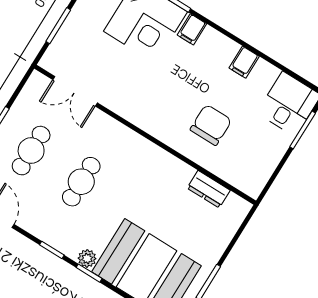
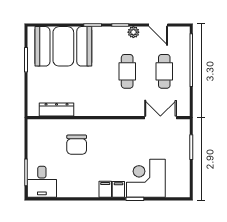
filing cabinet: (244, 62) -> (105, 189), moved
dresser: (209, 189) -> (57, 110), width x1.44
plant: (87, 258) -> (133, 32), moved

